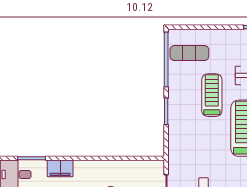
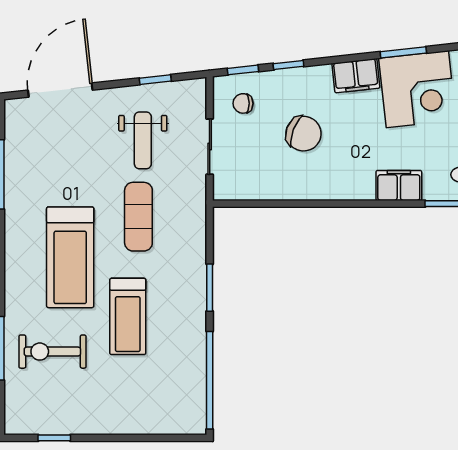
exercise mat: (189, 53) -> (138, 217), moved, turned 90

